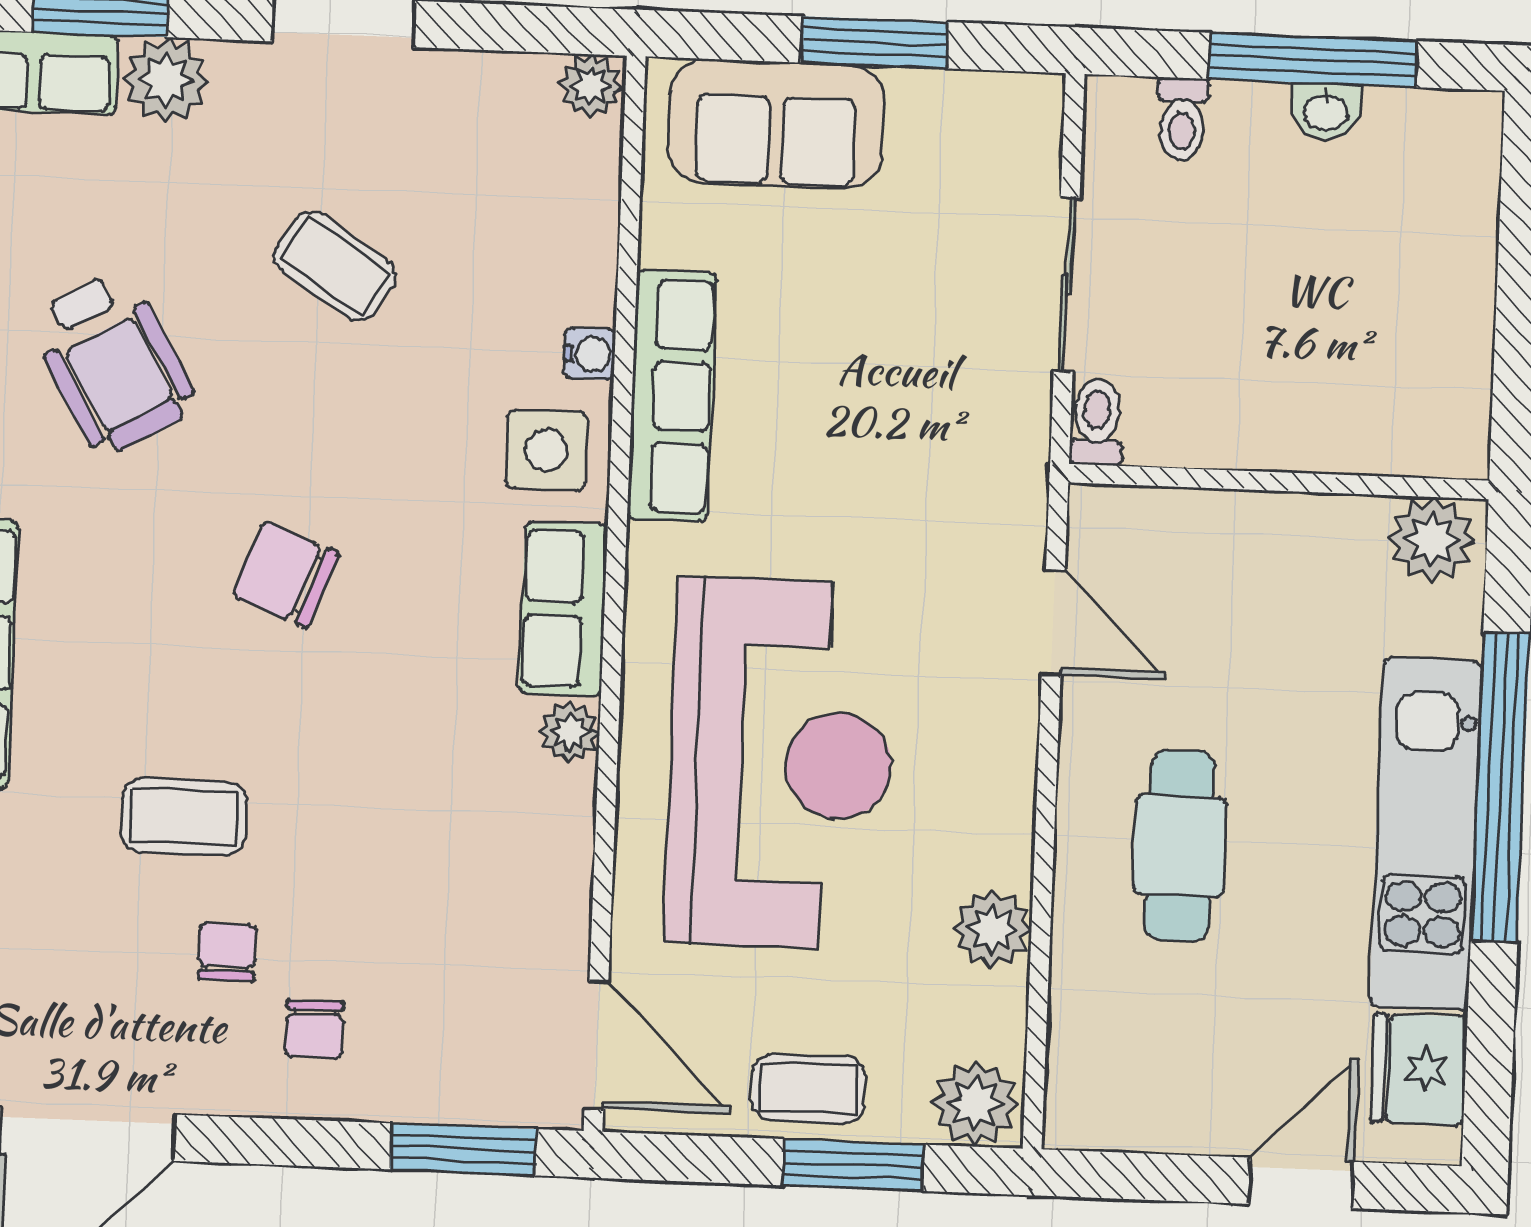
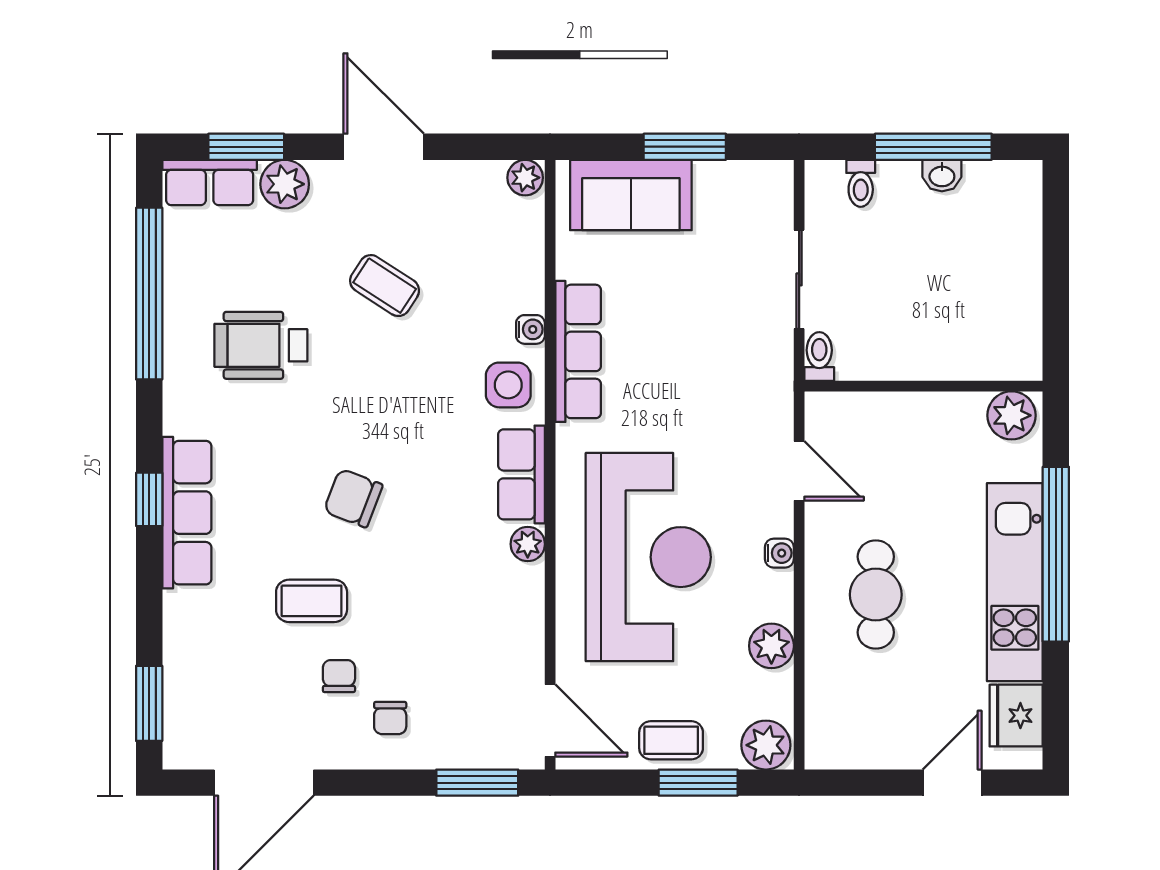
wheelchair: (113, 363) -> (261, 345), turned 120
chair: (286, 575) -> (353, 498), moved
water cooler: (1013, 766) -> (779, 553), added

